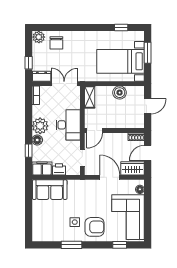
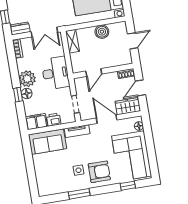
double door: (64, 84) -> (44, 32), swing flipped
door: (95, 131) -> (94, 73), moved
window: (29, 151) -> (18, 95), moved
tv unit: (80, 184) -> (77, 131), added

